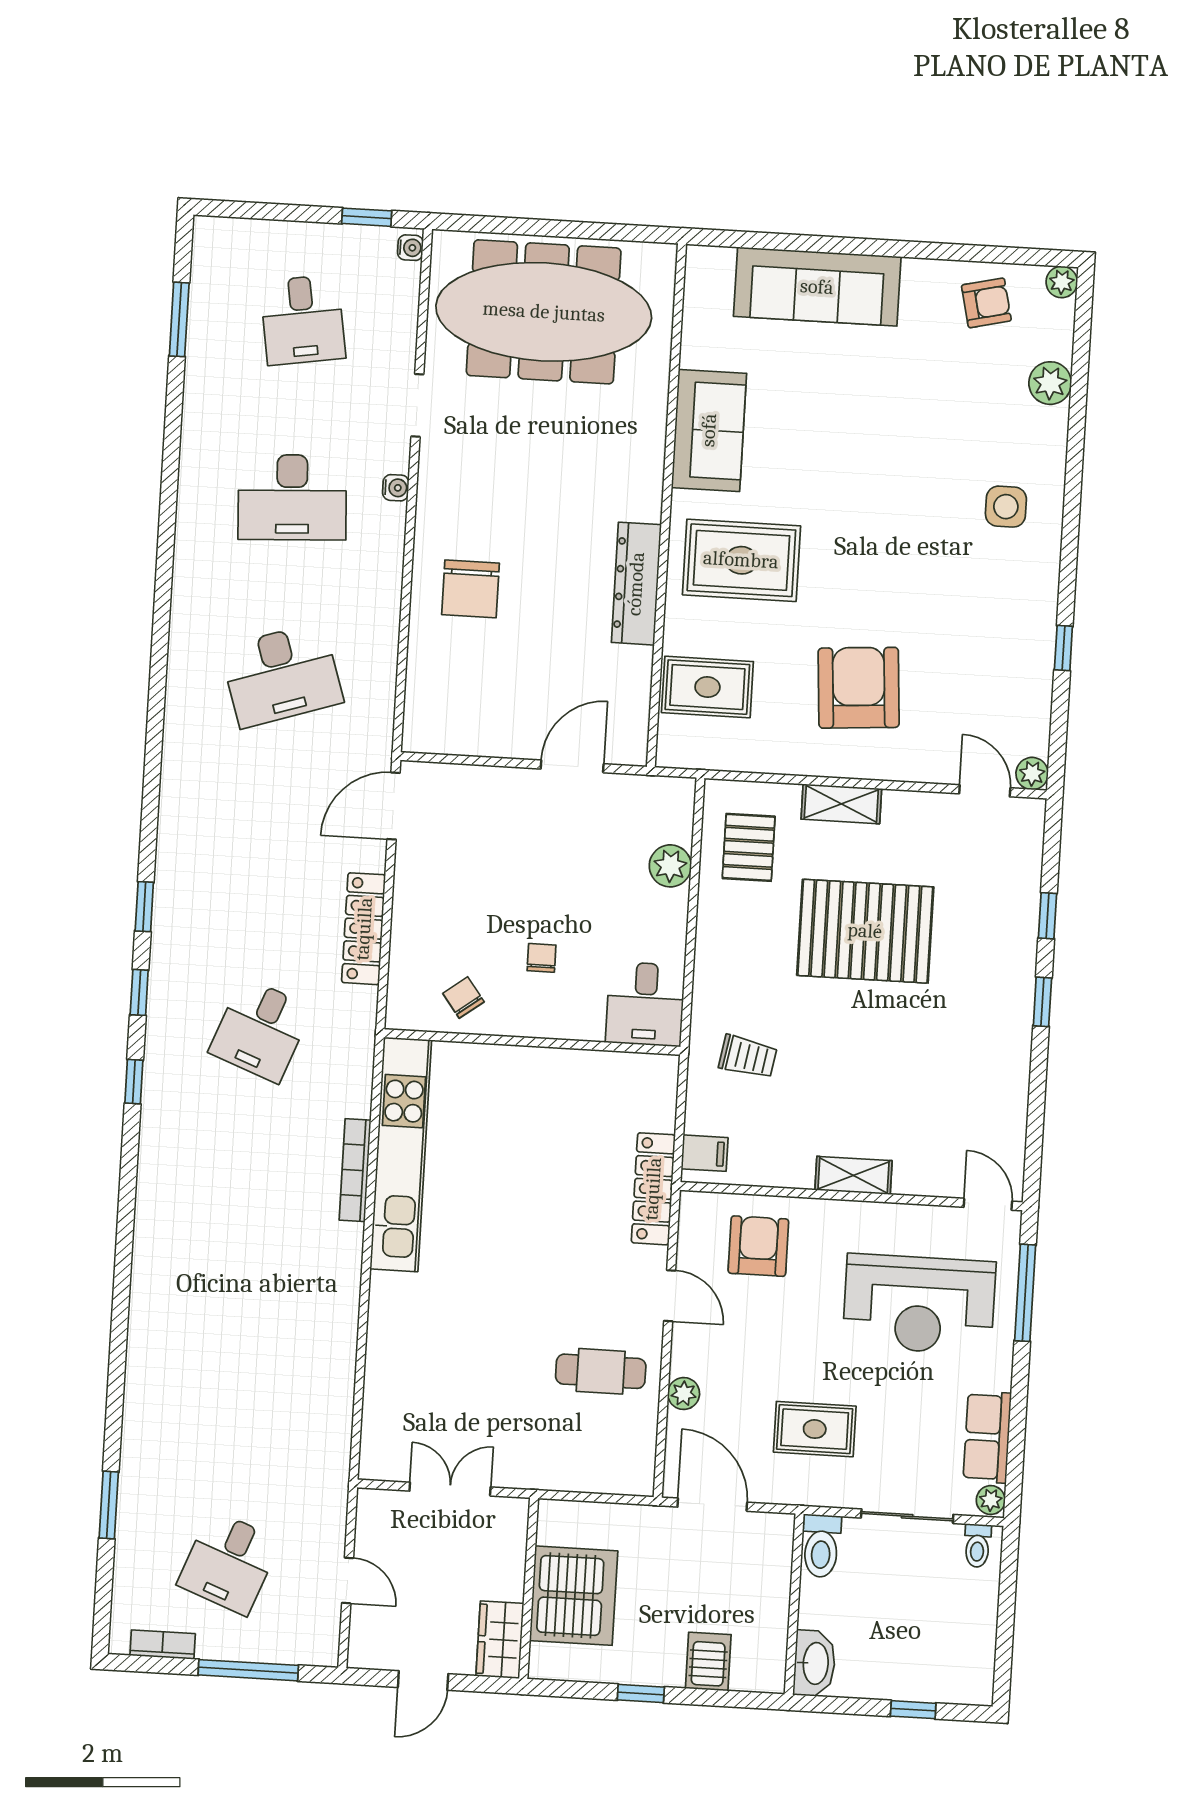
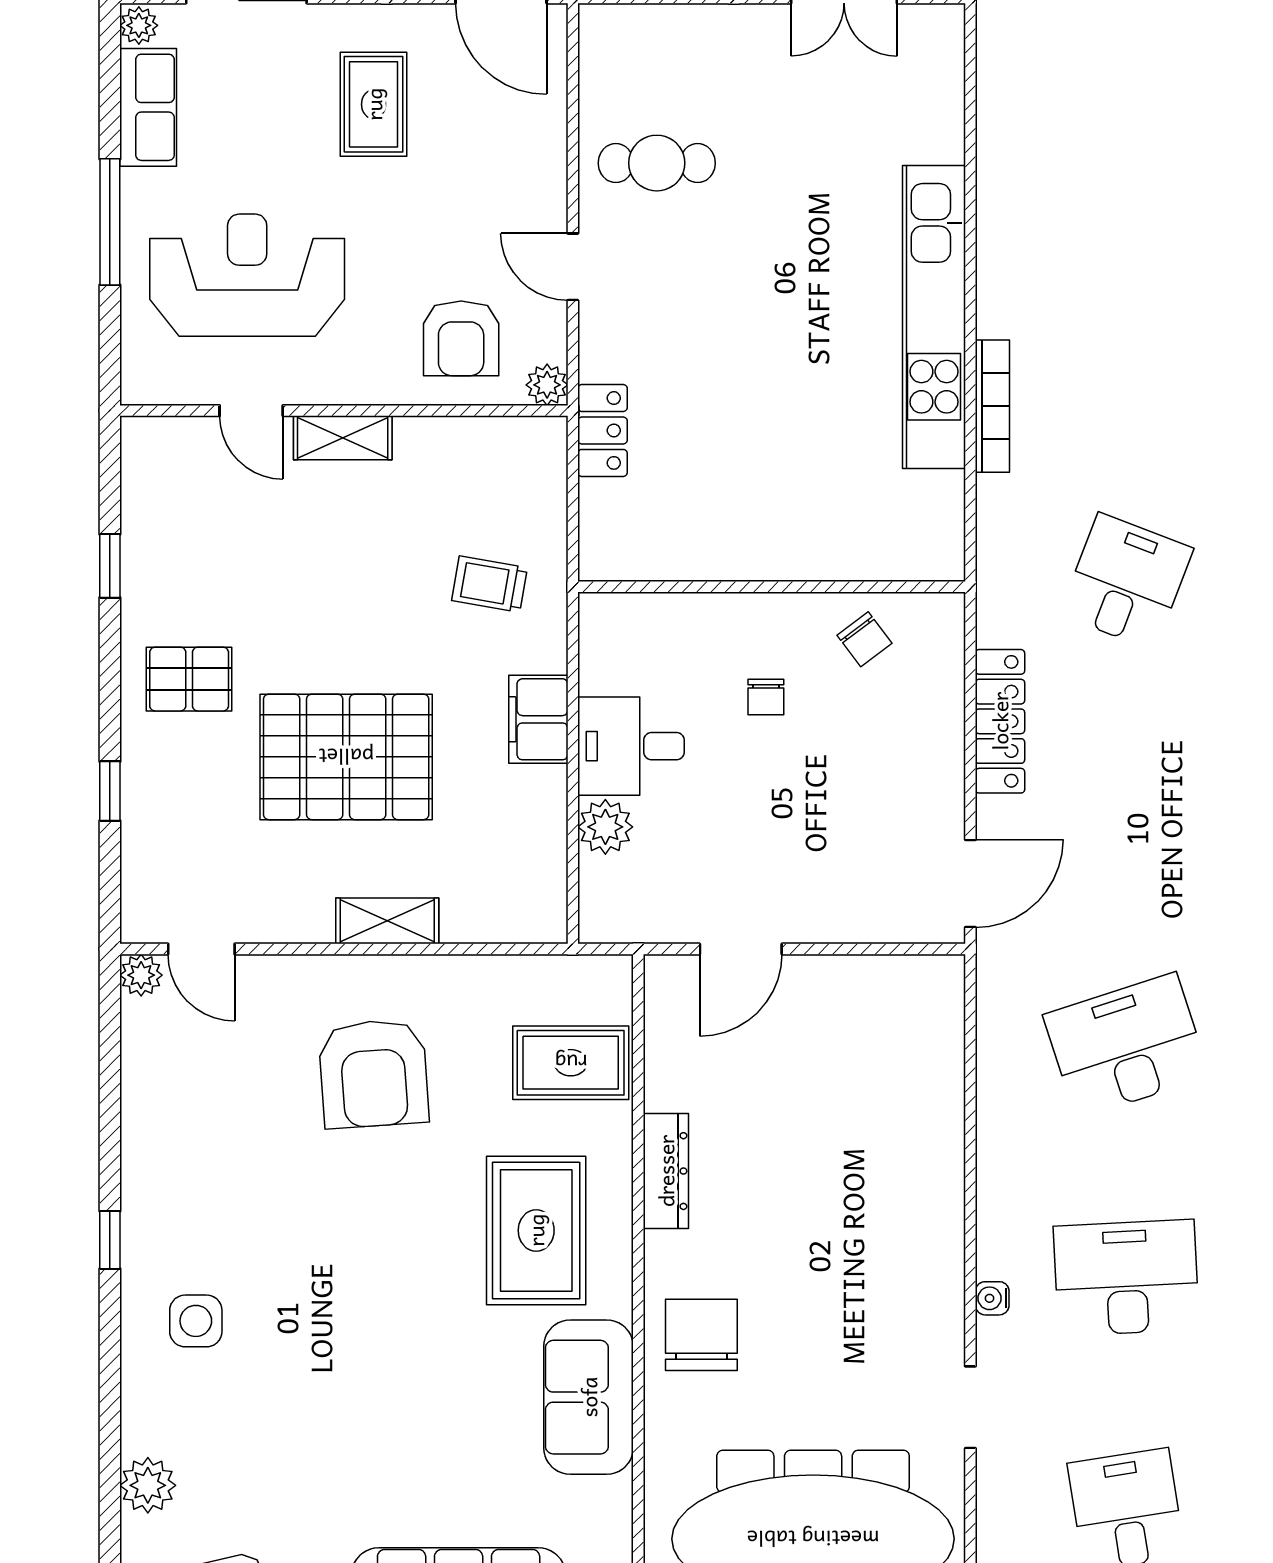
rug: (741, 560) -> (536, 1230), turned 90
dresser: (636, 584) -> (666, 1171), width x0.73, depth x0.80
chair: (471, 589) -> (701, 1335), moved
window: (1063, 648) -> (110, 1240), moved
pallet: (749, 847) -> (189, 679), moved, turned 90
window: (1042, 1002) -> (110, 566), moved
desk: (645, 1004) -> (631, 746), moved, turned -90
filing cabinet: (705, 1153) -> (538, 719), moved, width x2.00
kitchen unit: (401, 1154) -> (934, 317), moved
locker: (653, 1189) -> (602, 430), width x0.66
door: (988, 1204) -> (251, 411), moved
window: (1025, 1293) -> (110, 222), moved
plant: (684, 1394) -> (547, 385), moved
rug: (815, 1429) -> (374, 104), turned 90

